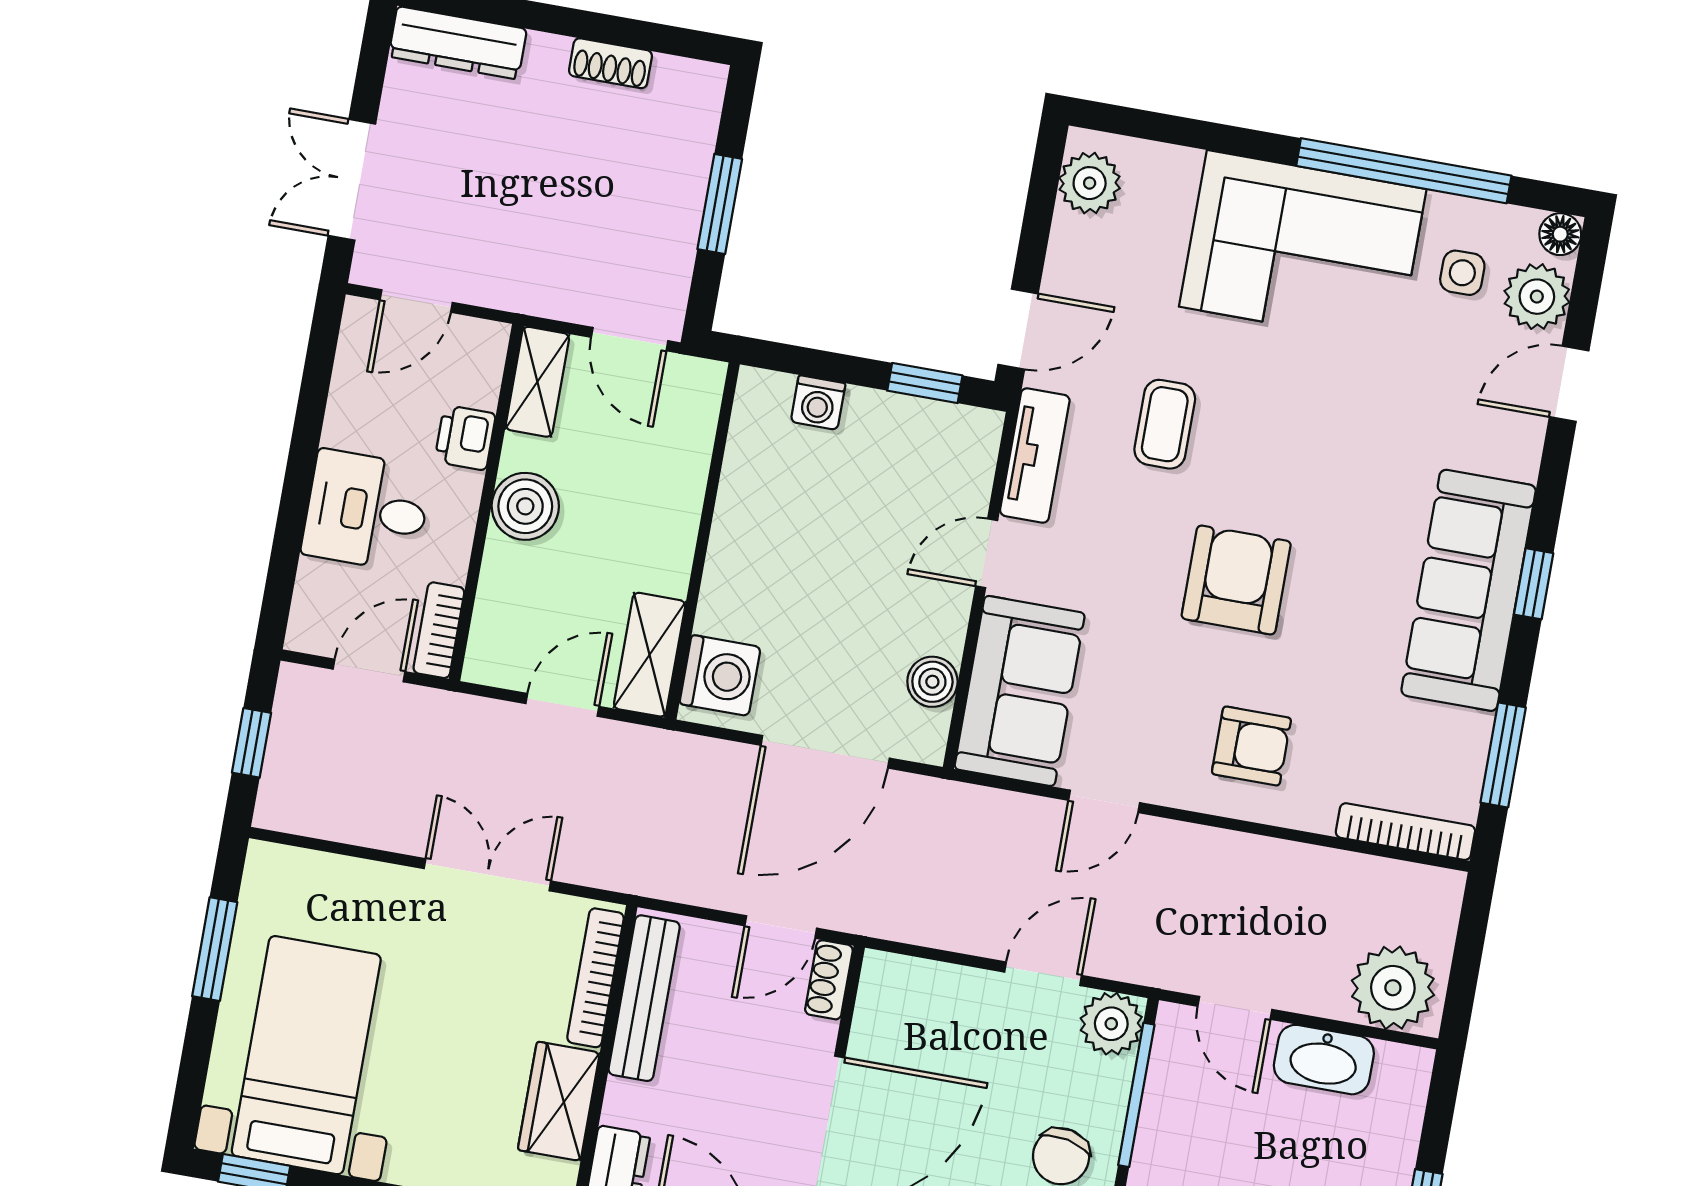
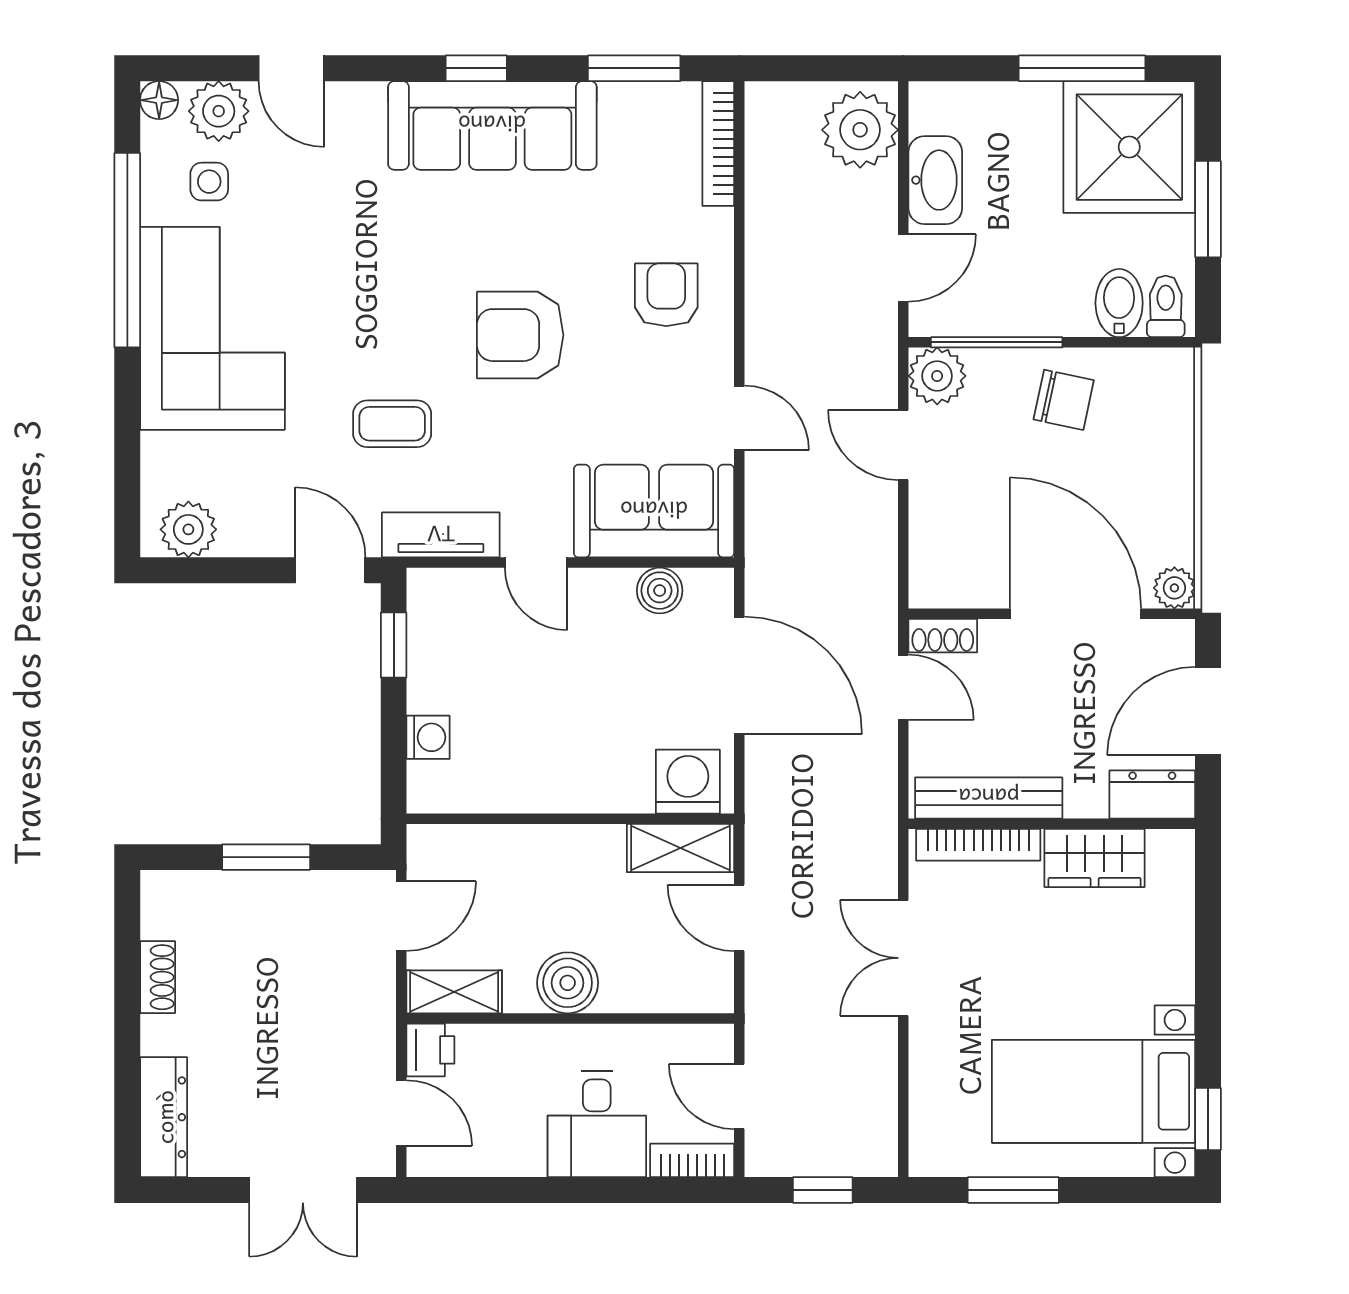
printer: (465, 438) -> (430, 1050), moved, turned -90
bookcase: (439, 630) -> (692, 1160), moved, turned 180

